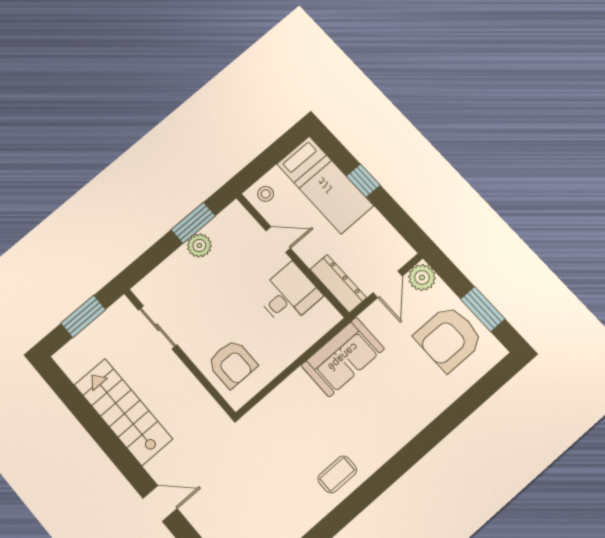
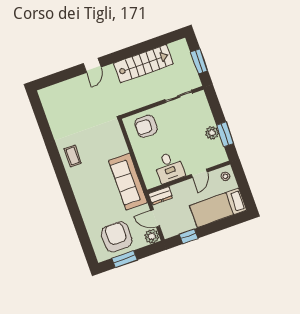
window: (363, 181) -> (189, 236), moved
dresser: (338, 284) -> (161, 196), width x0.70
sofa: (343, 357) -> (128, 182), width x1.36

